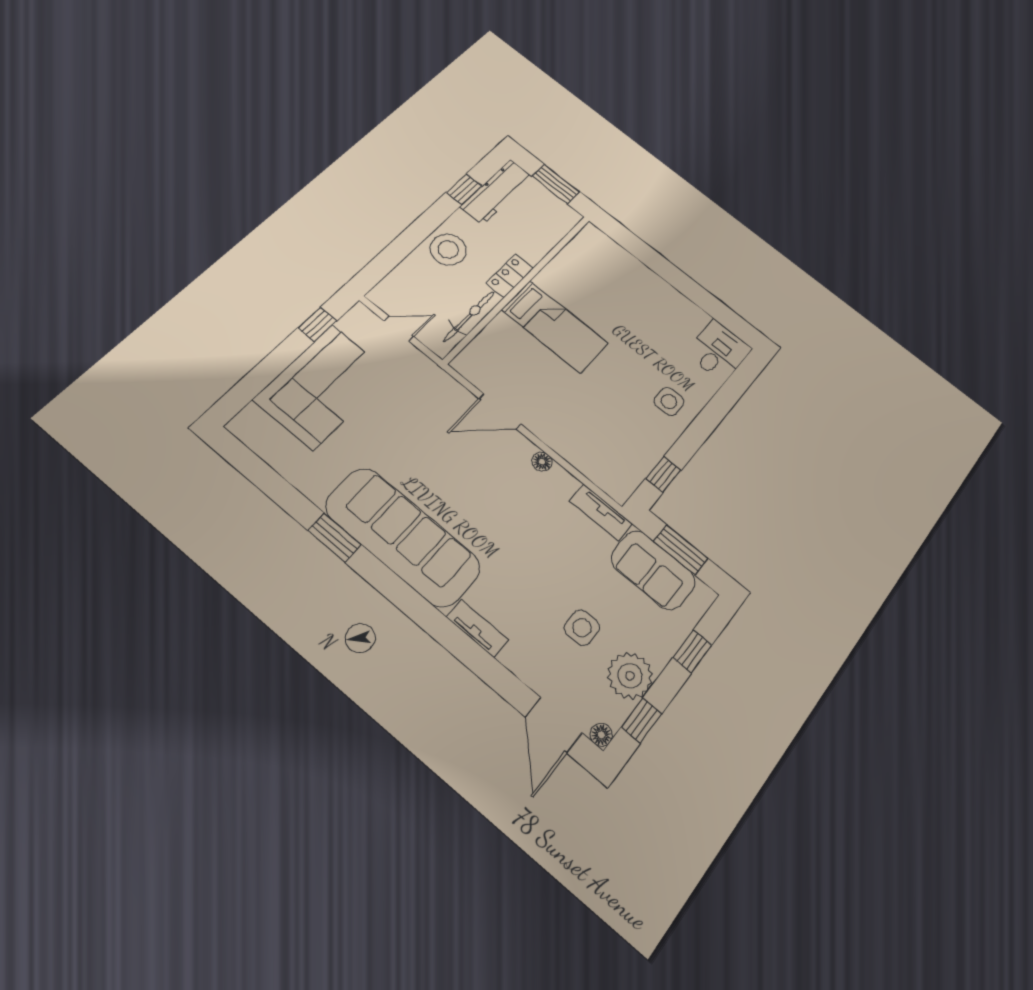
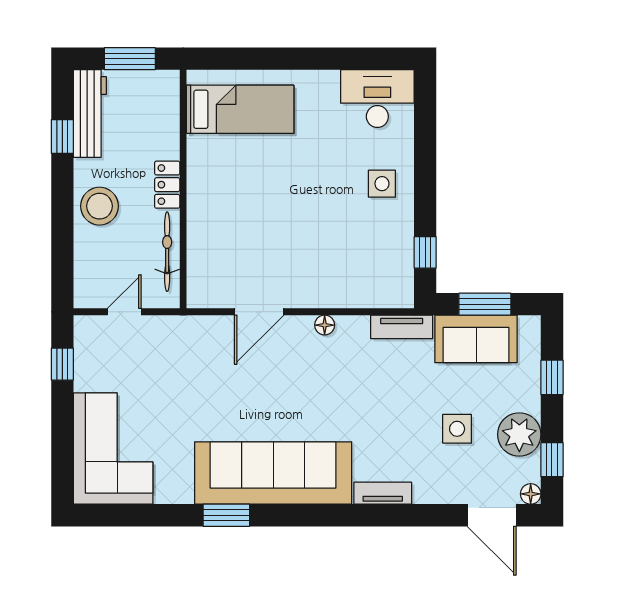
bed: (555, 326) -> (240, 109), moved
desk: (718, 351) -> (377, 99), width x1.37
corner sofa: (323, 387) -> (113, 449), moved

